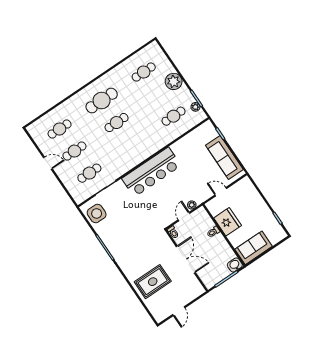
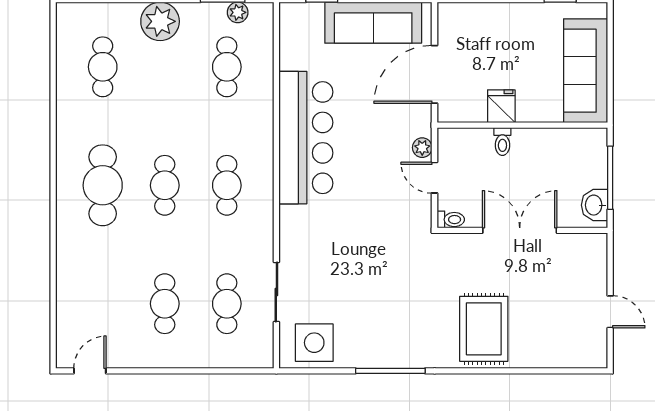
cafe table: (60, 129) -> (227, 185), moved
door: (48, 163) -> (90, 371), moved
bar counter: (151, 172) -> (306, 138), moved
door: (221, 192) -> (435, 74), width x1.88
fridge: (228, 222) -> (501, 106), width x0.53, depth x0.75
sofa: (254, 248) -> (586, 71), width x1.36
washbasin: (235, 265) -> (594, 205), moved
rug: (153, 282) -> (484, 329), moved

